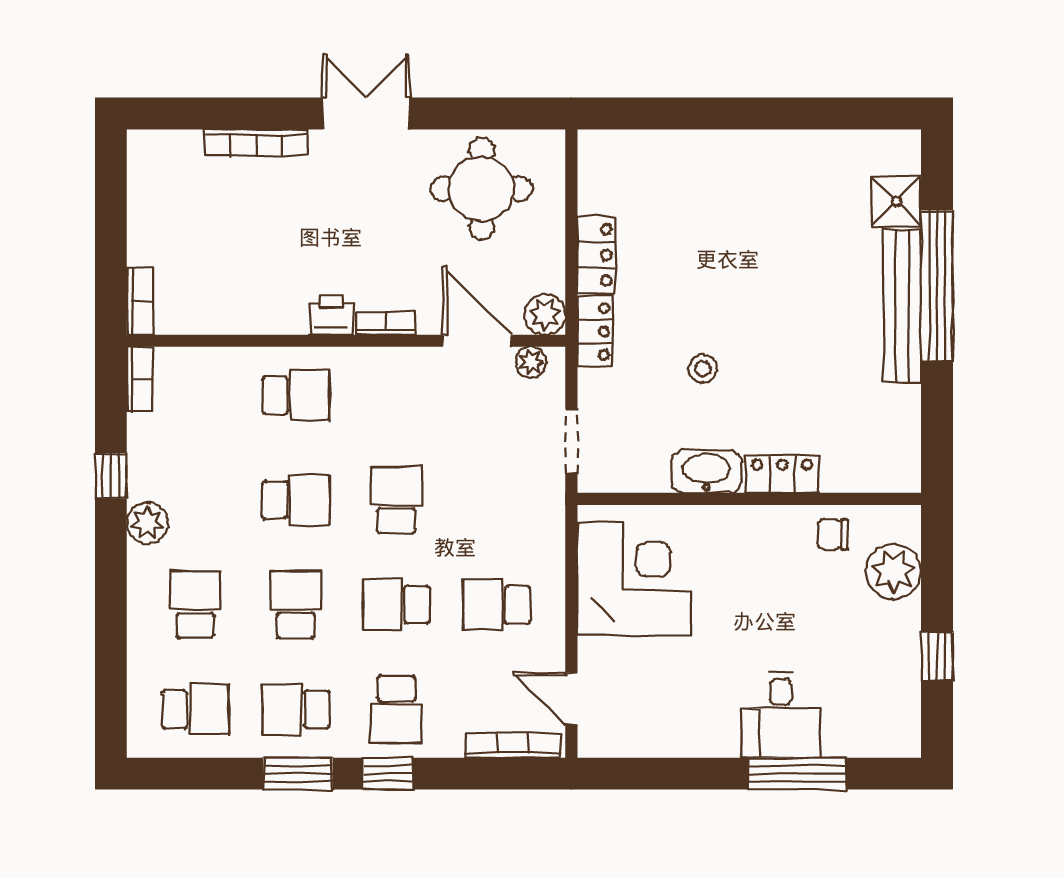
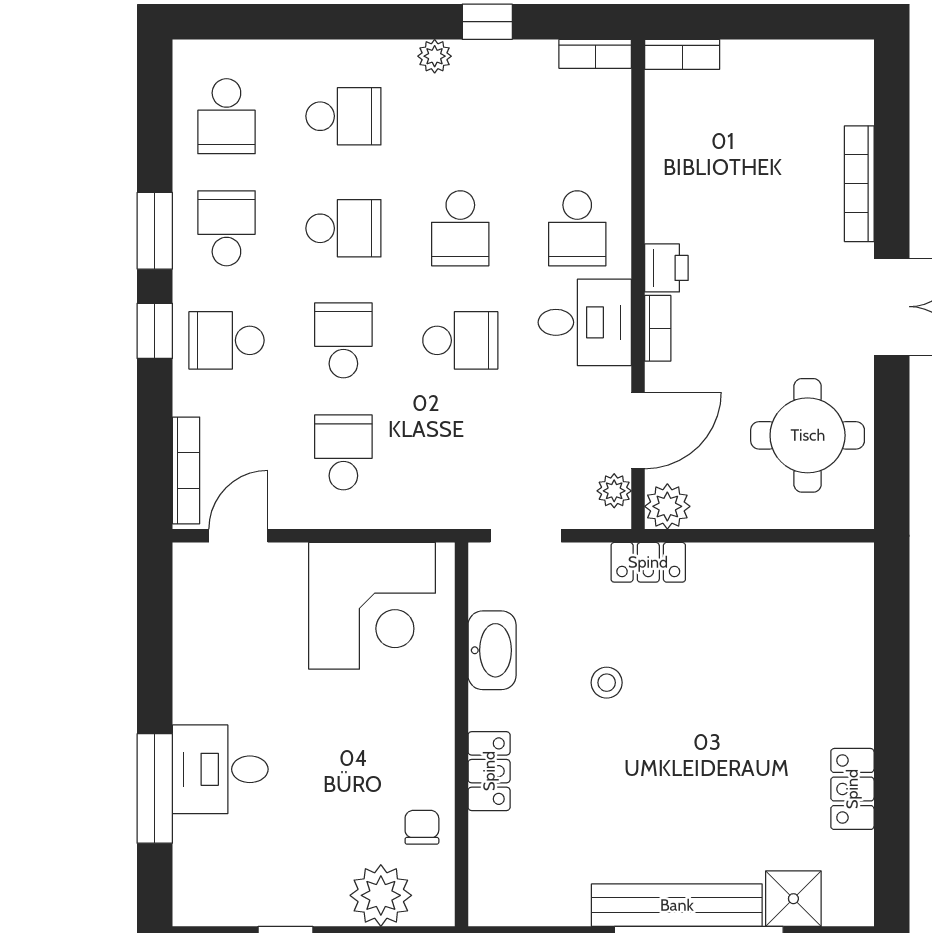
locker: (597, 255) -> (852, 789), moved, turned 90
desk: (380, 388) -> (585, 322), added
washbasin: (706, 471) -> (492, 650), moved
plant: (147, 523) -> (435, 56), width x0.73, depth x0.73

